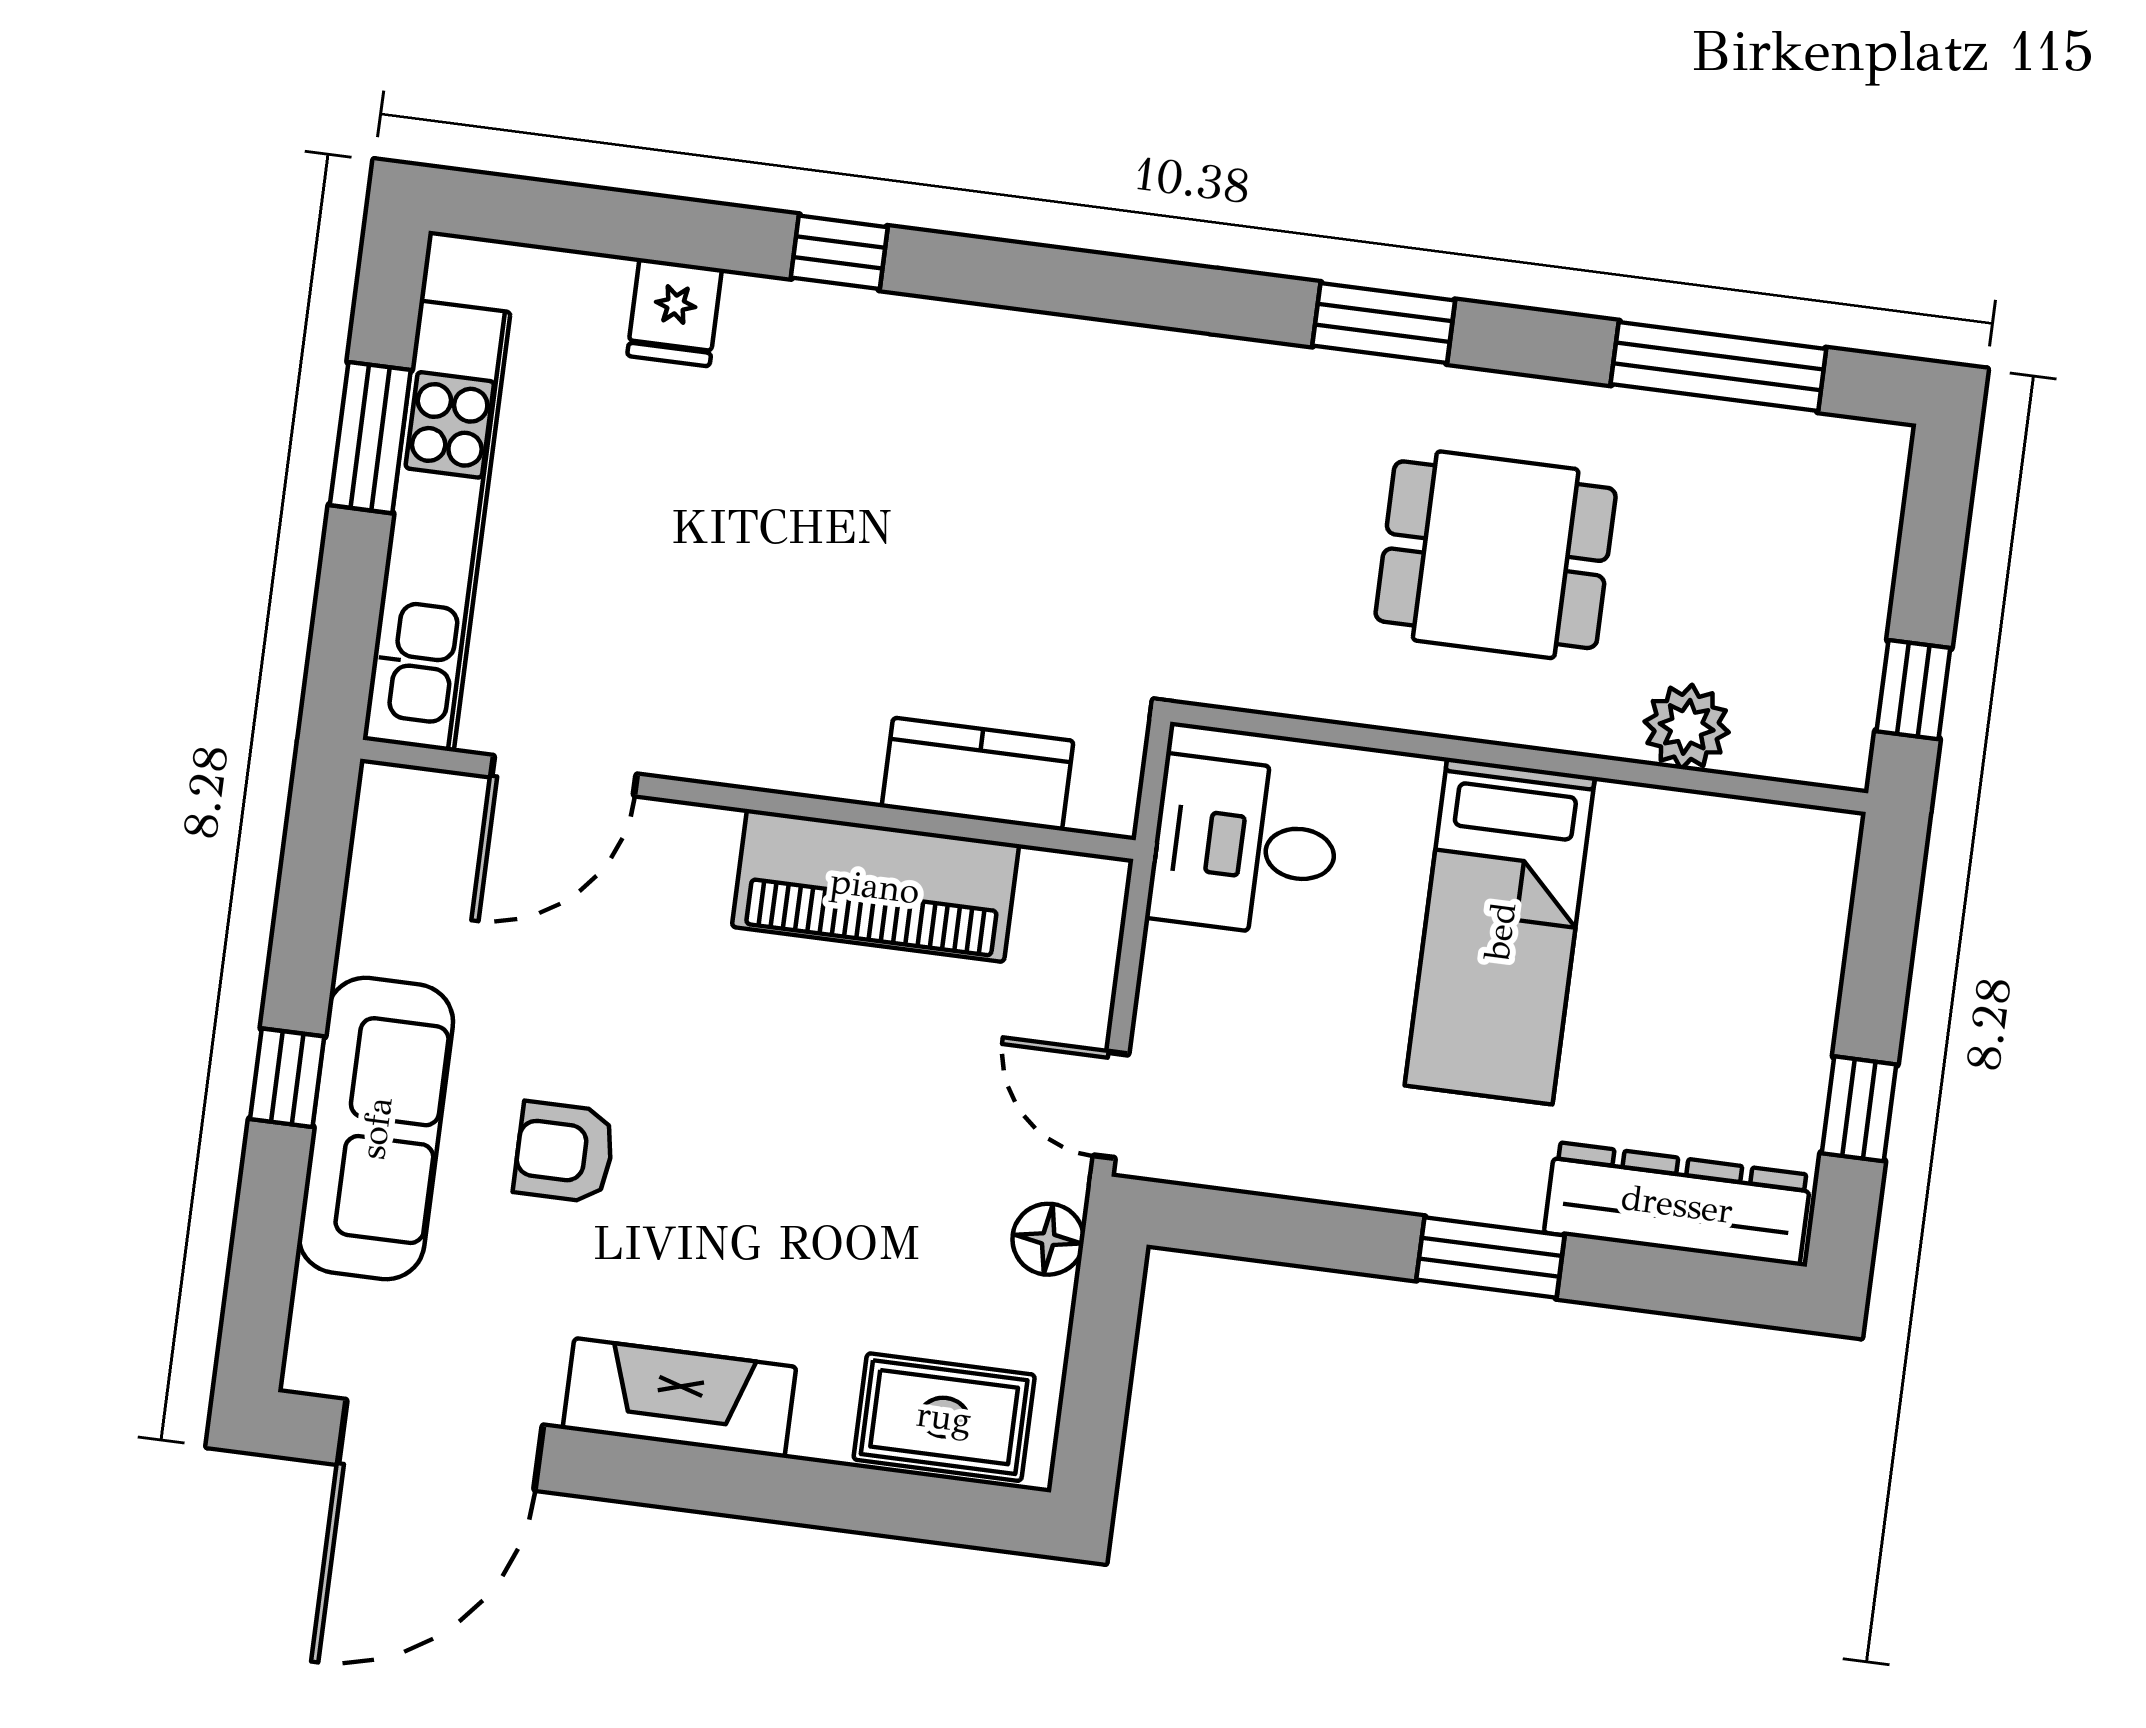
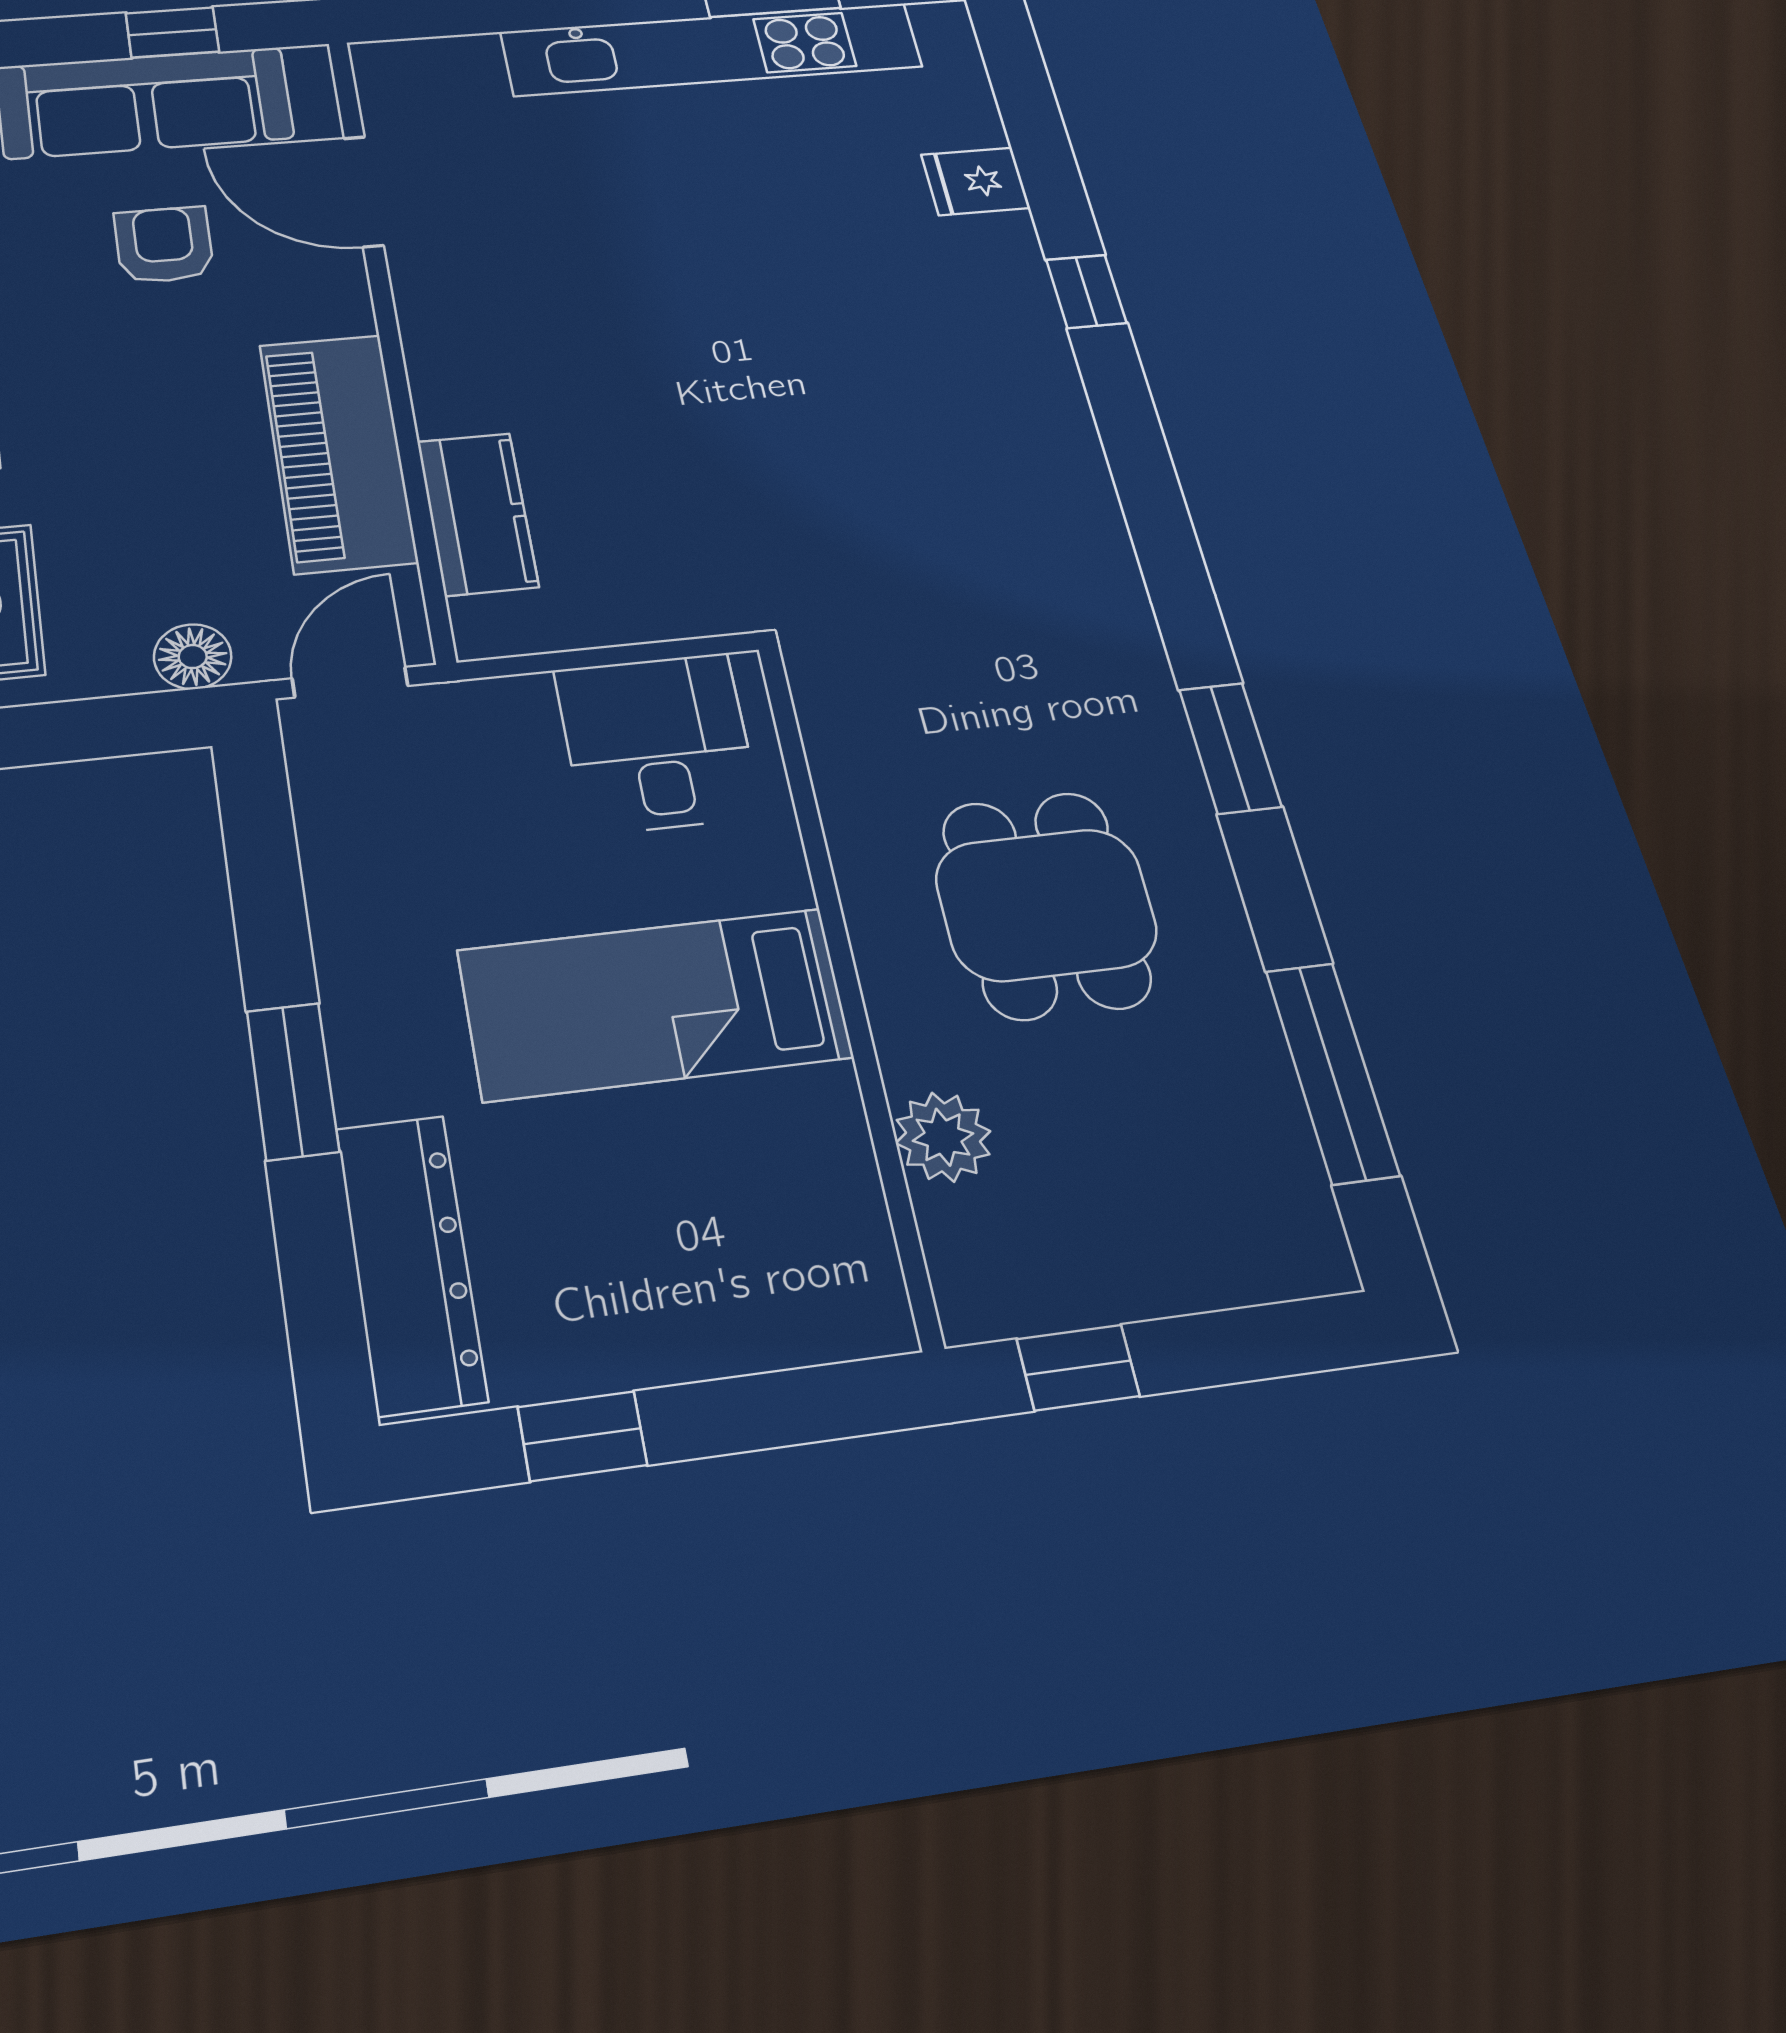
kitchen counter: (978, 774) -> (477, 514), moved
door: (564, 776) -> (364, 192), moved
wall: (748, 799) -> (389, 335), moved
piano: (875, 886) -> (338, 452), moved

